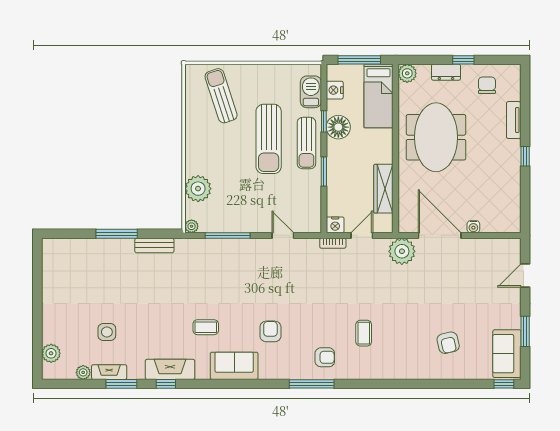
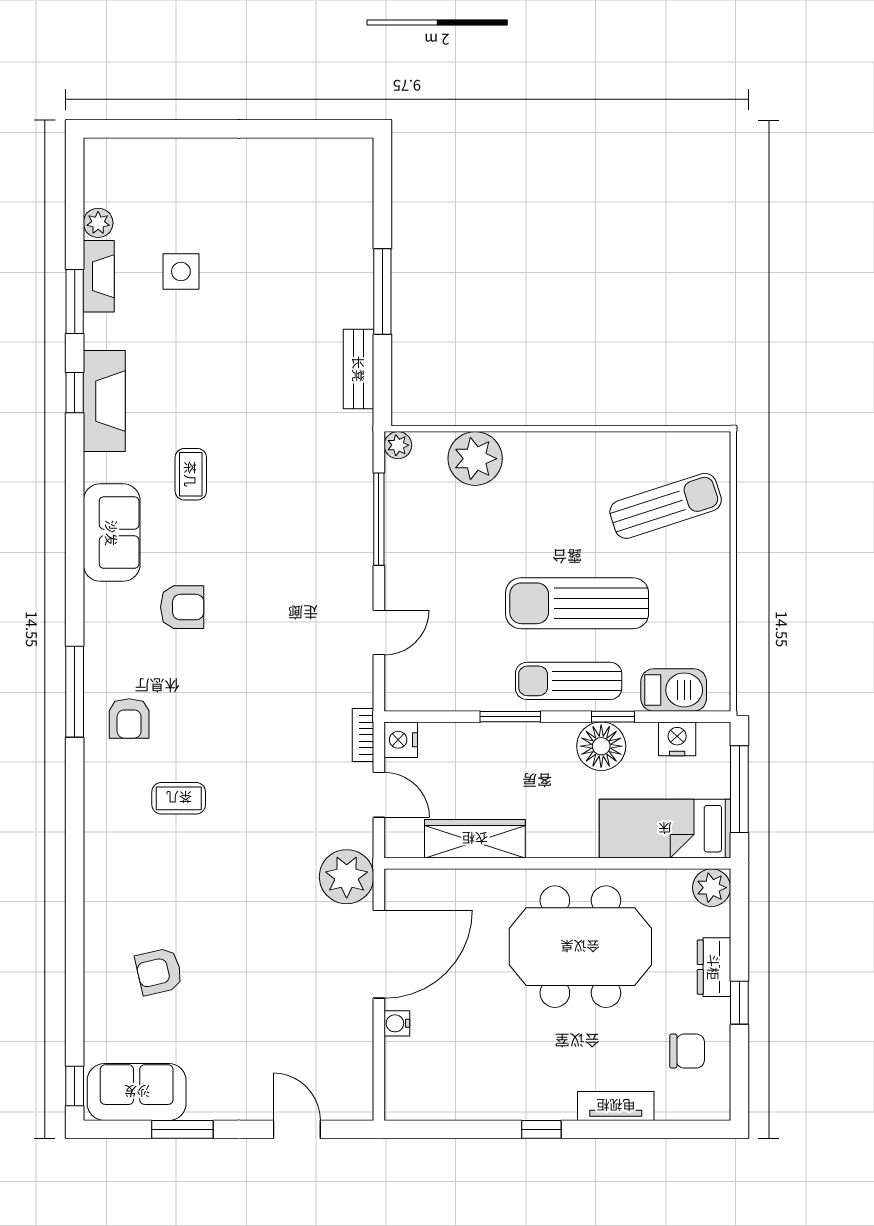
plant: (51, 353) -> (137, 157), removed

